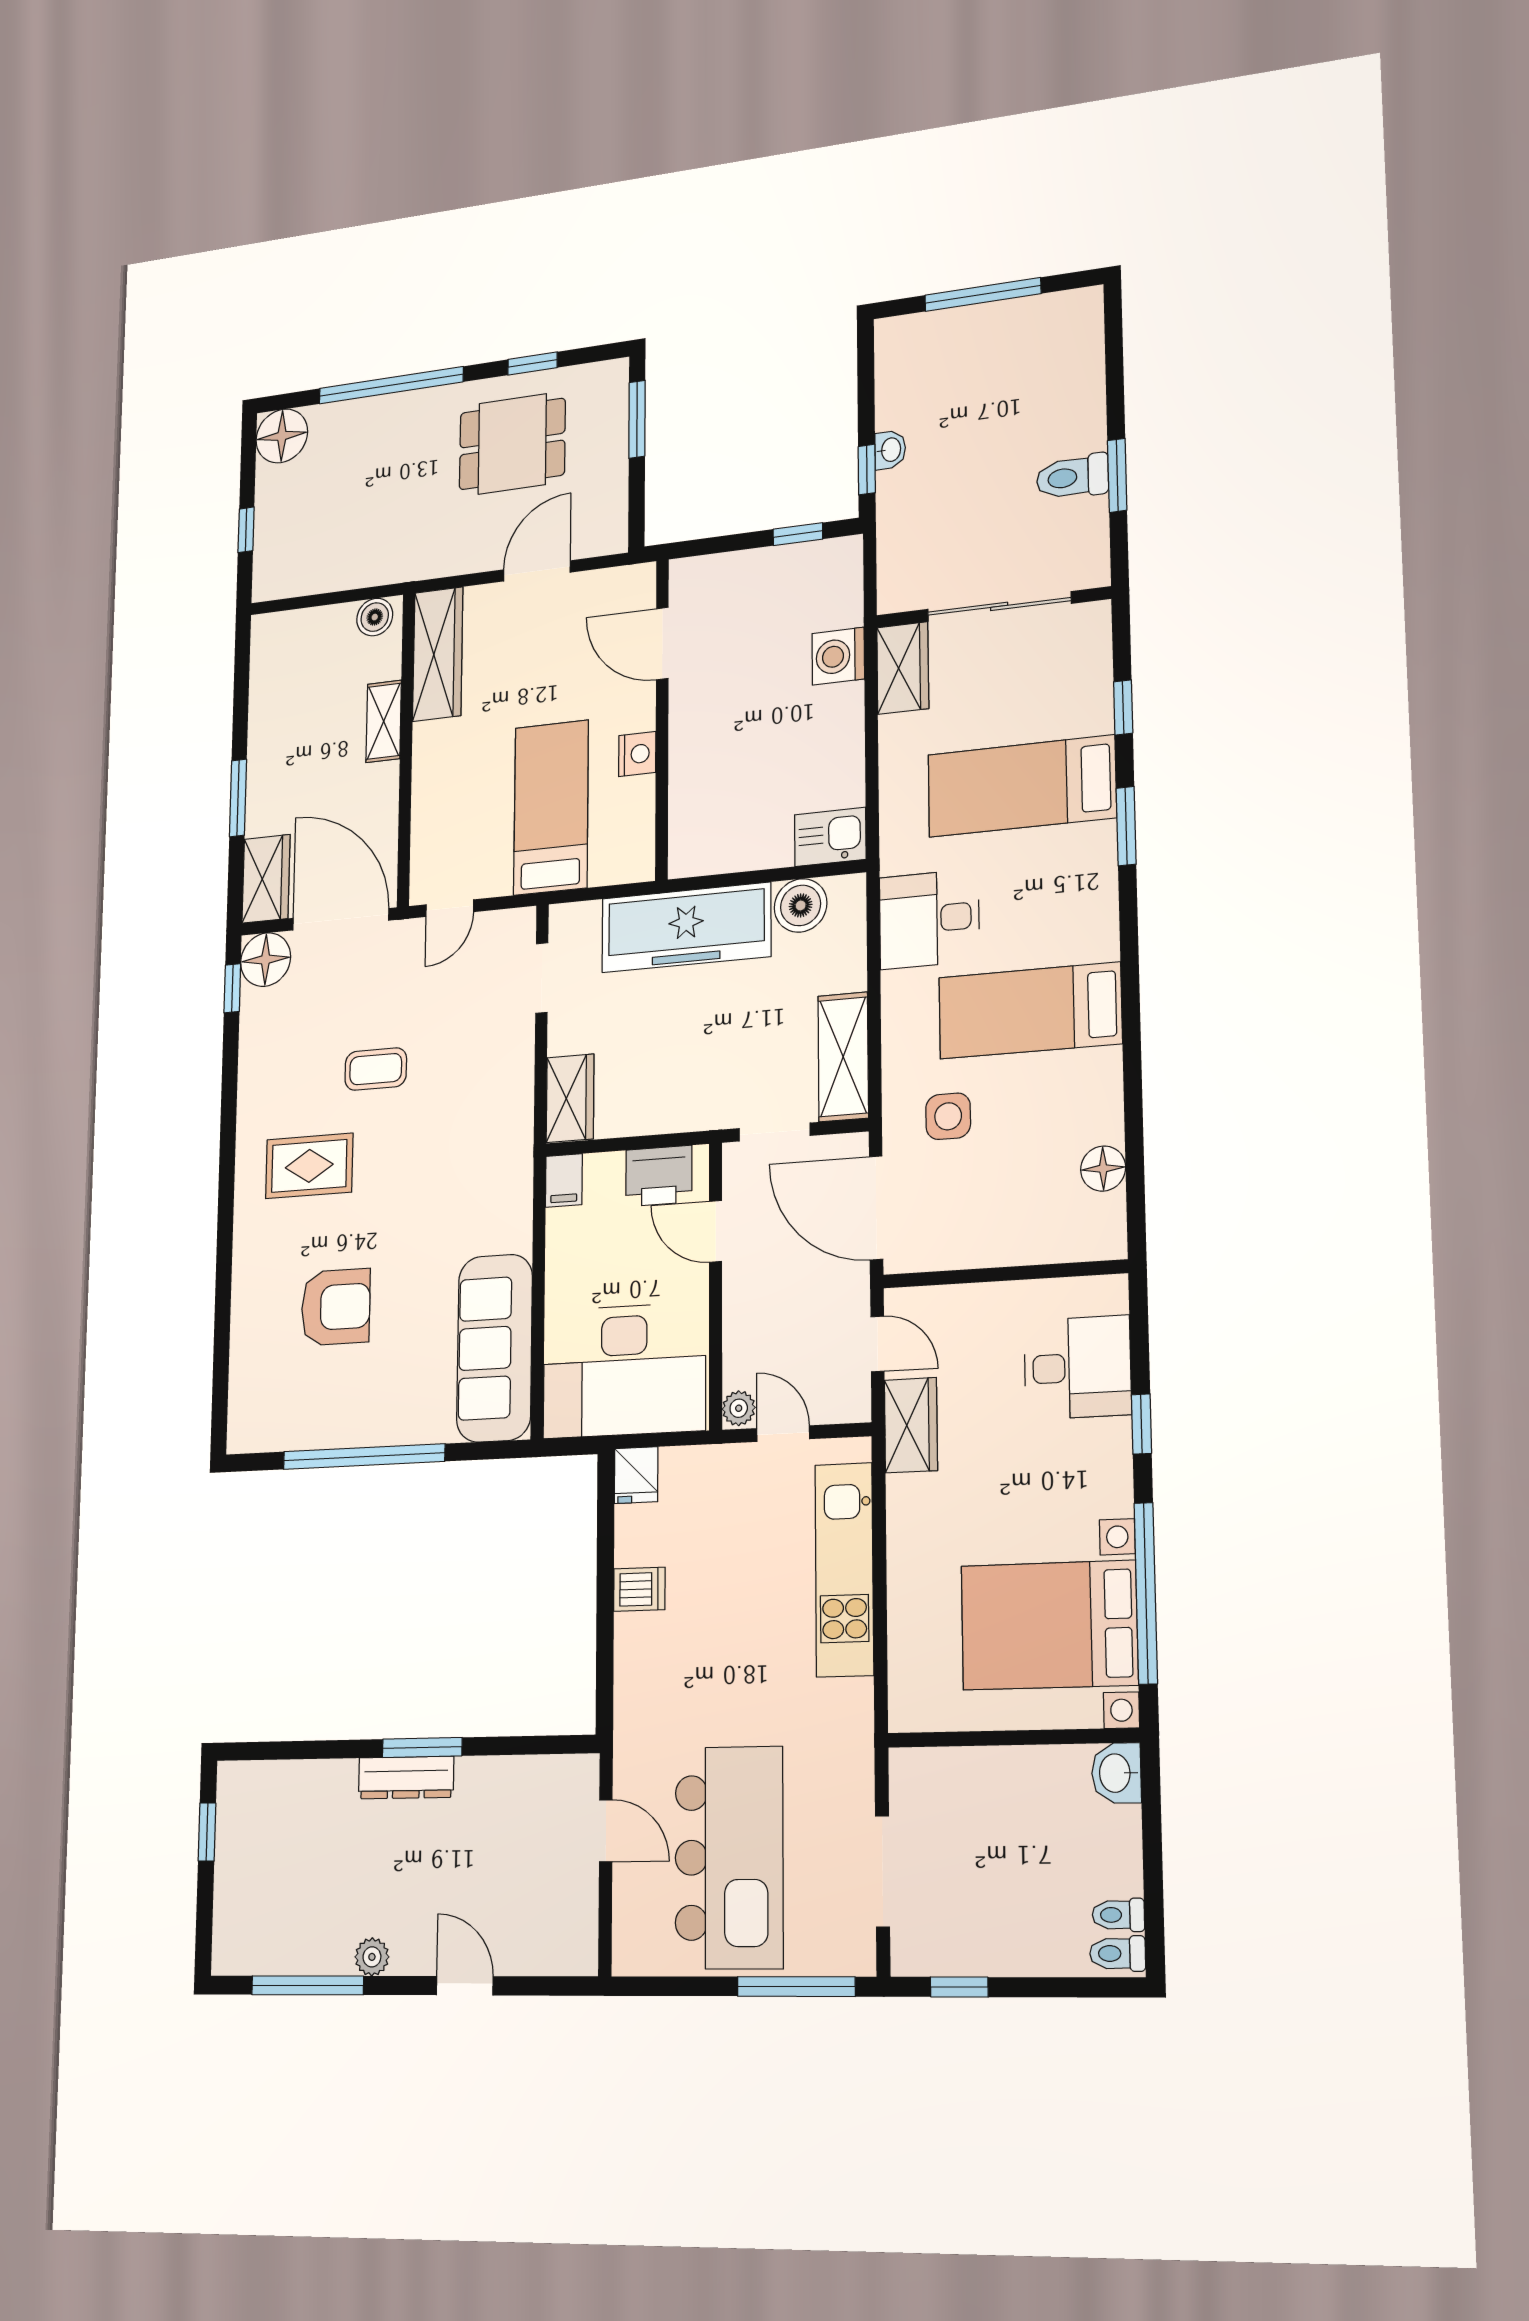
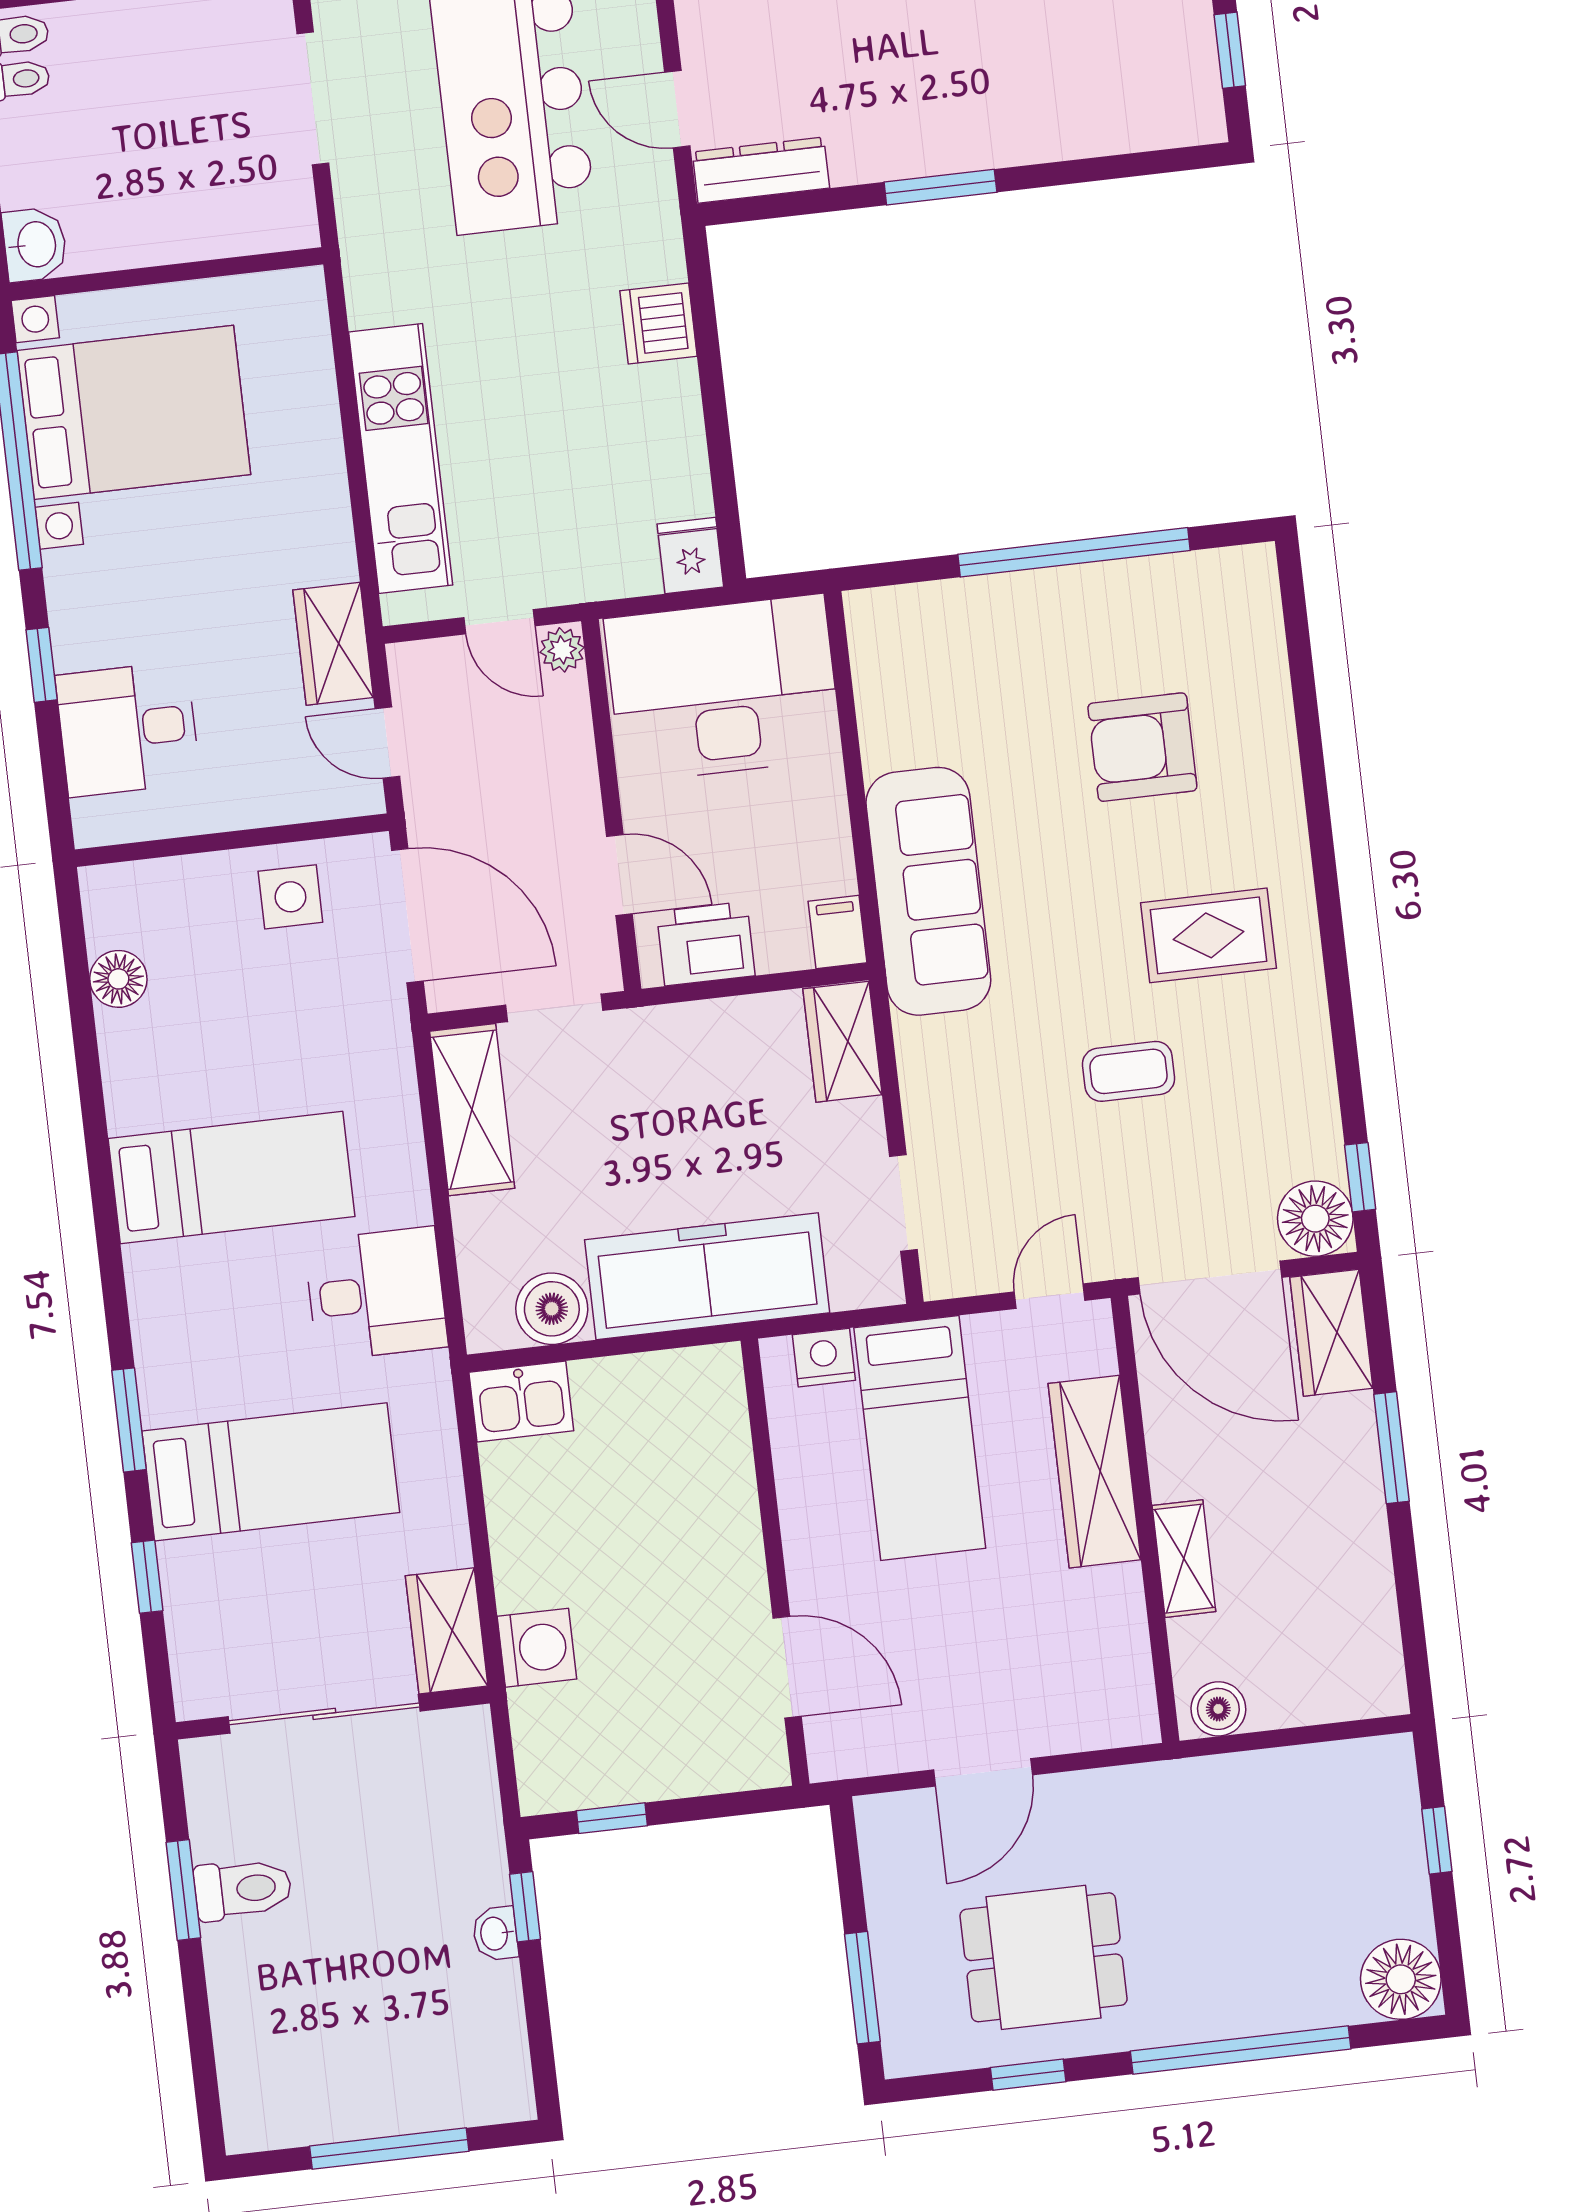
wardrobe: (438, 654) -> (1094, 1472), moved
nightstand: (637, 754) -> (824, 1358), moved, turned 90
side table: (948, 1116) -> (290, 897), moved
sofa: (495, 1348) -> (928, 891), moved
dishwasher: (639, 1589) -> (658, 324), moved, width x1.38
dresser: (406, 1778) -> (761, 170), moved

